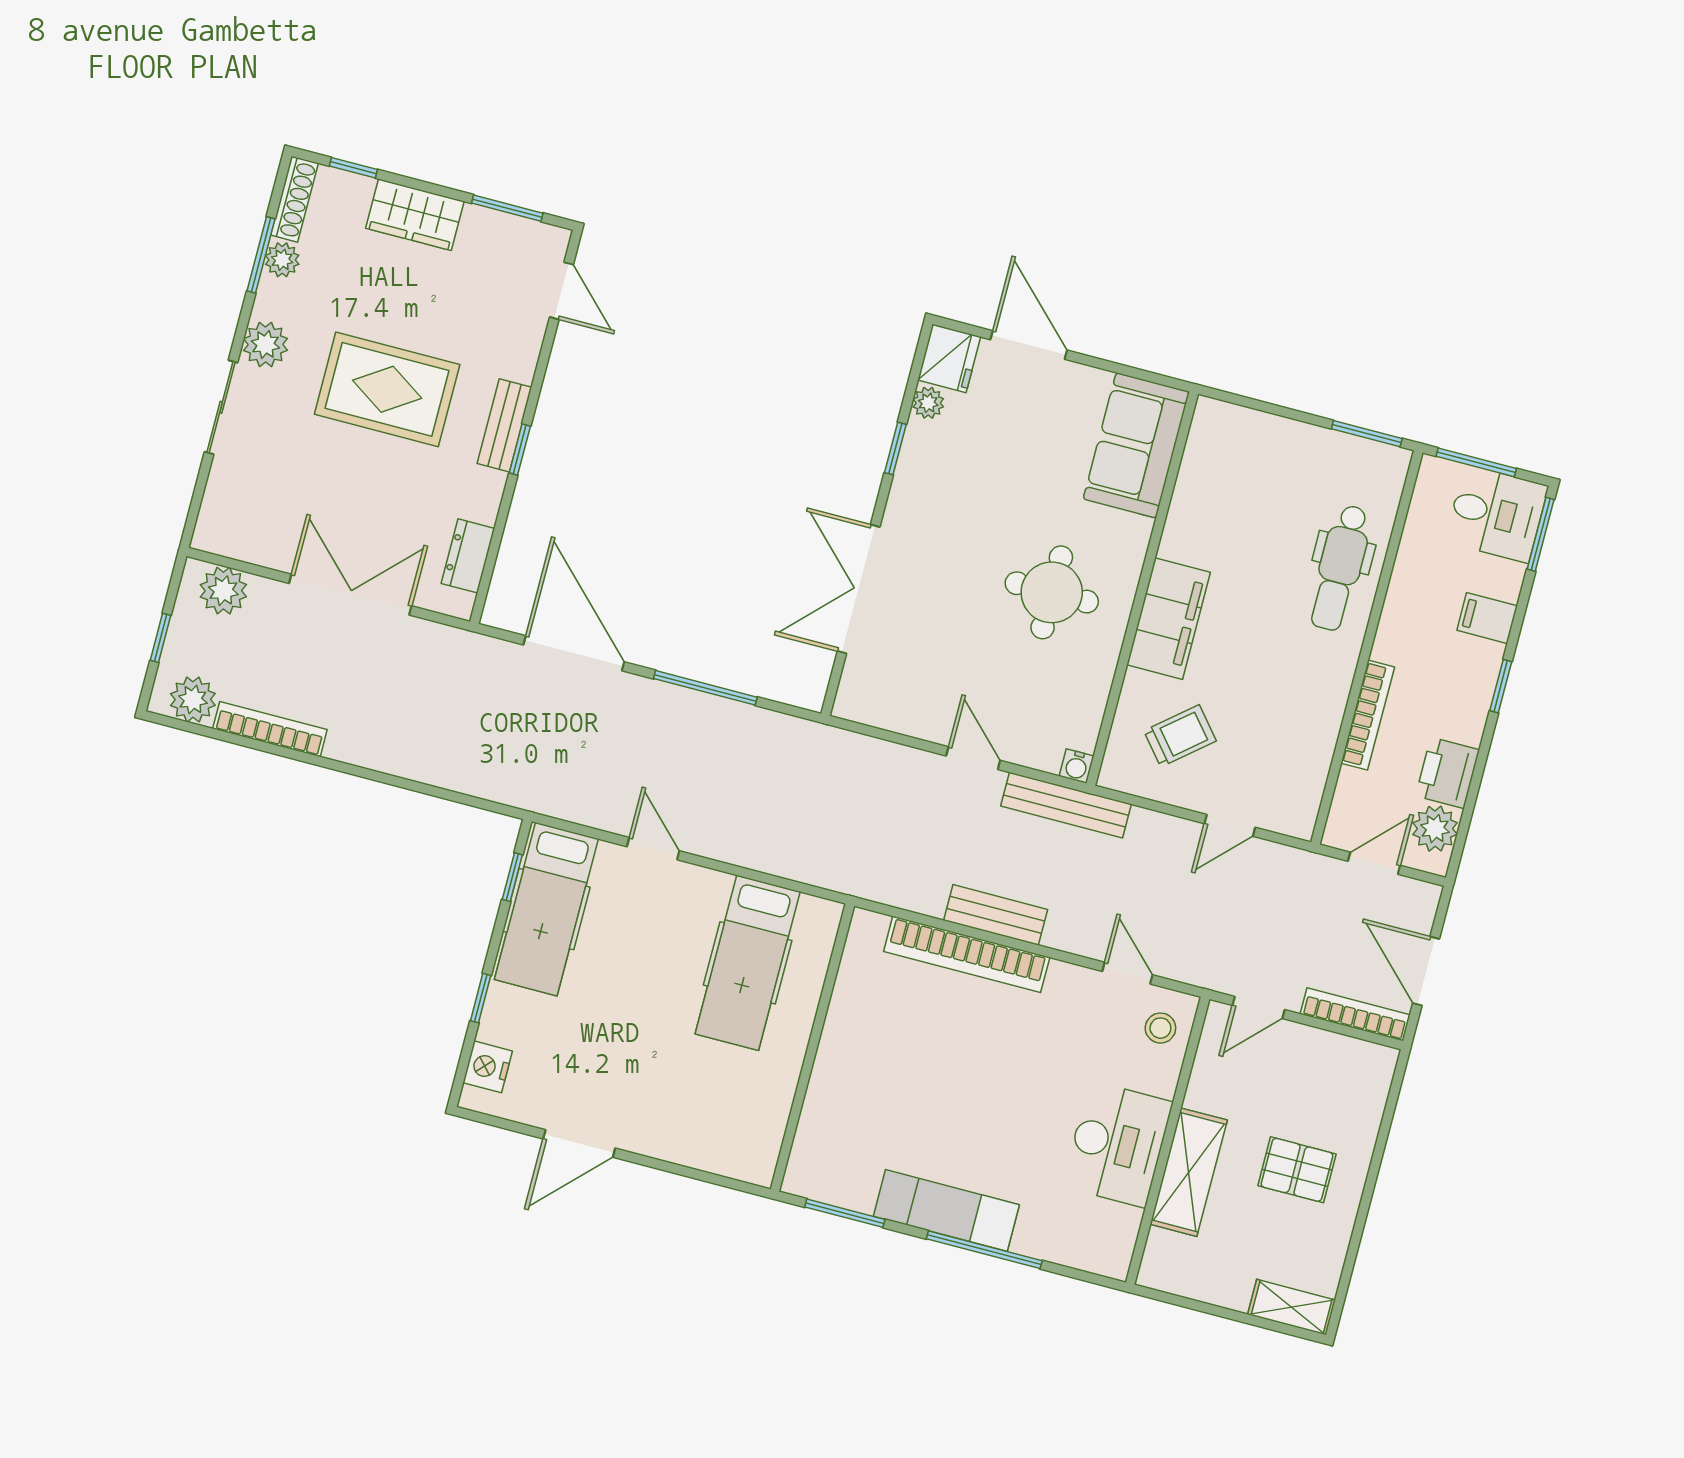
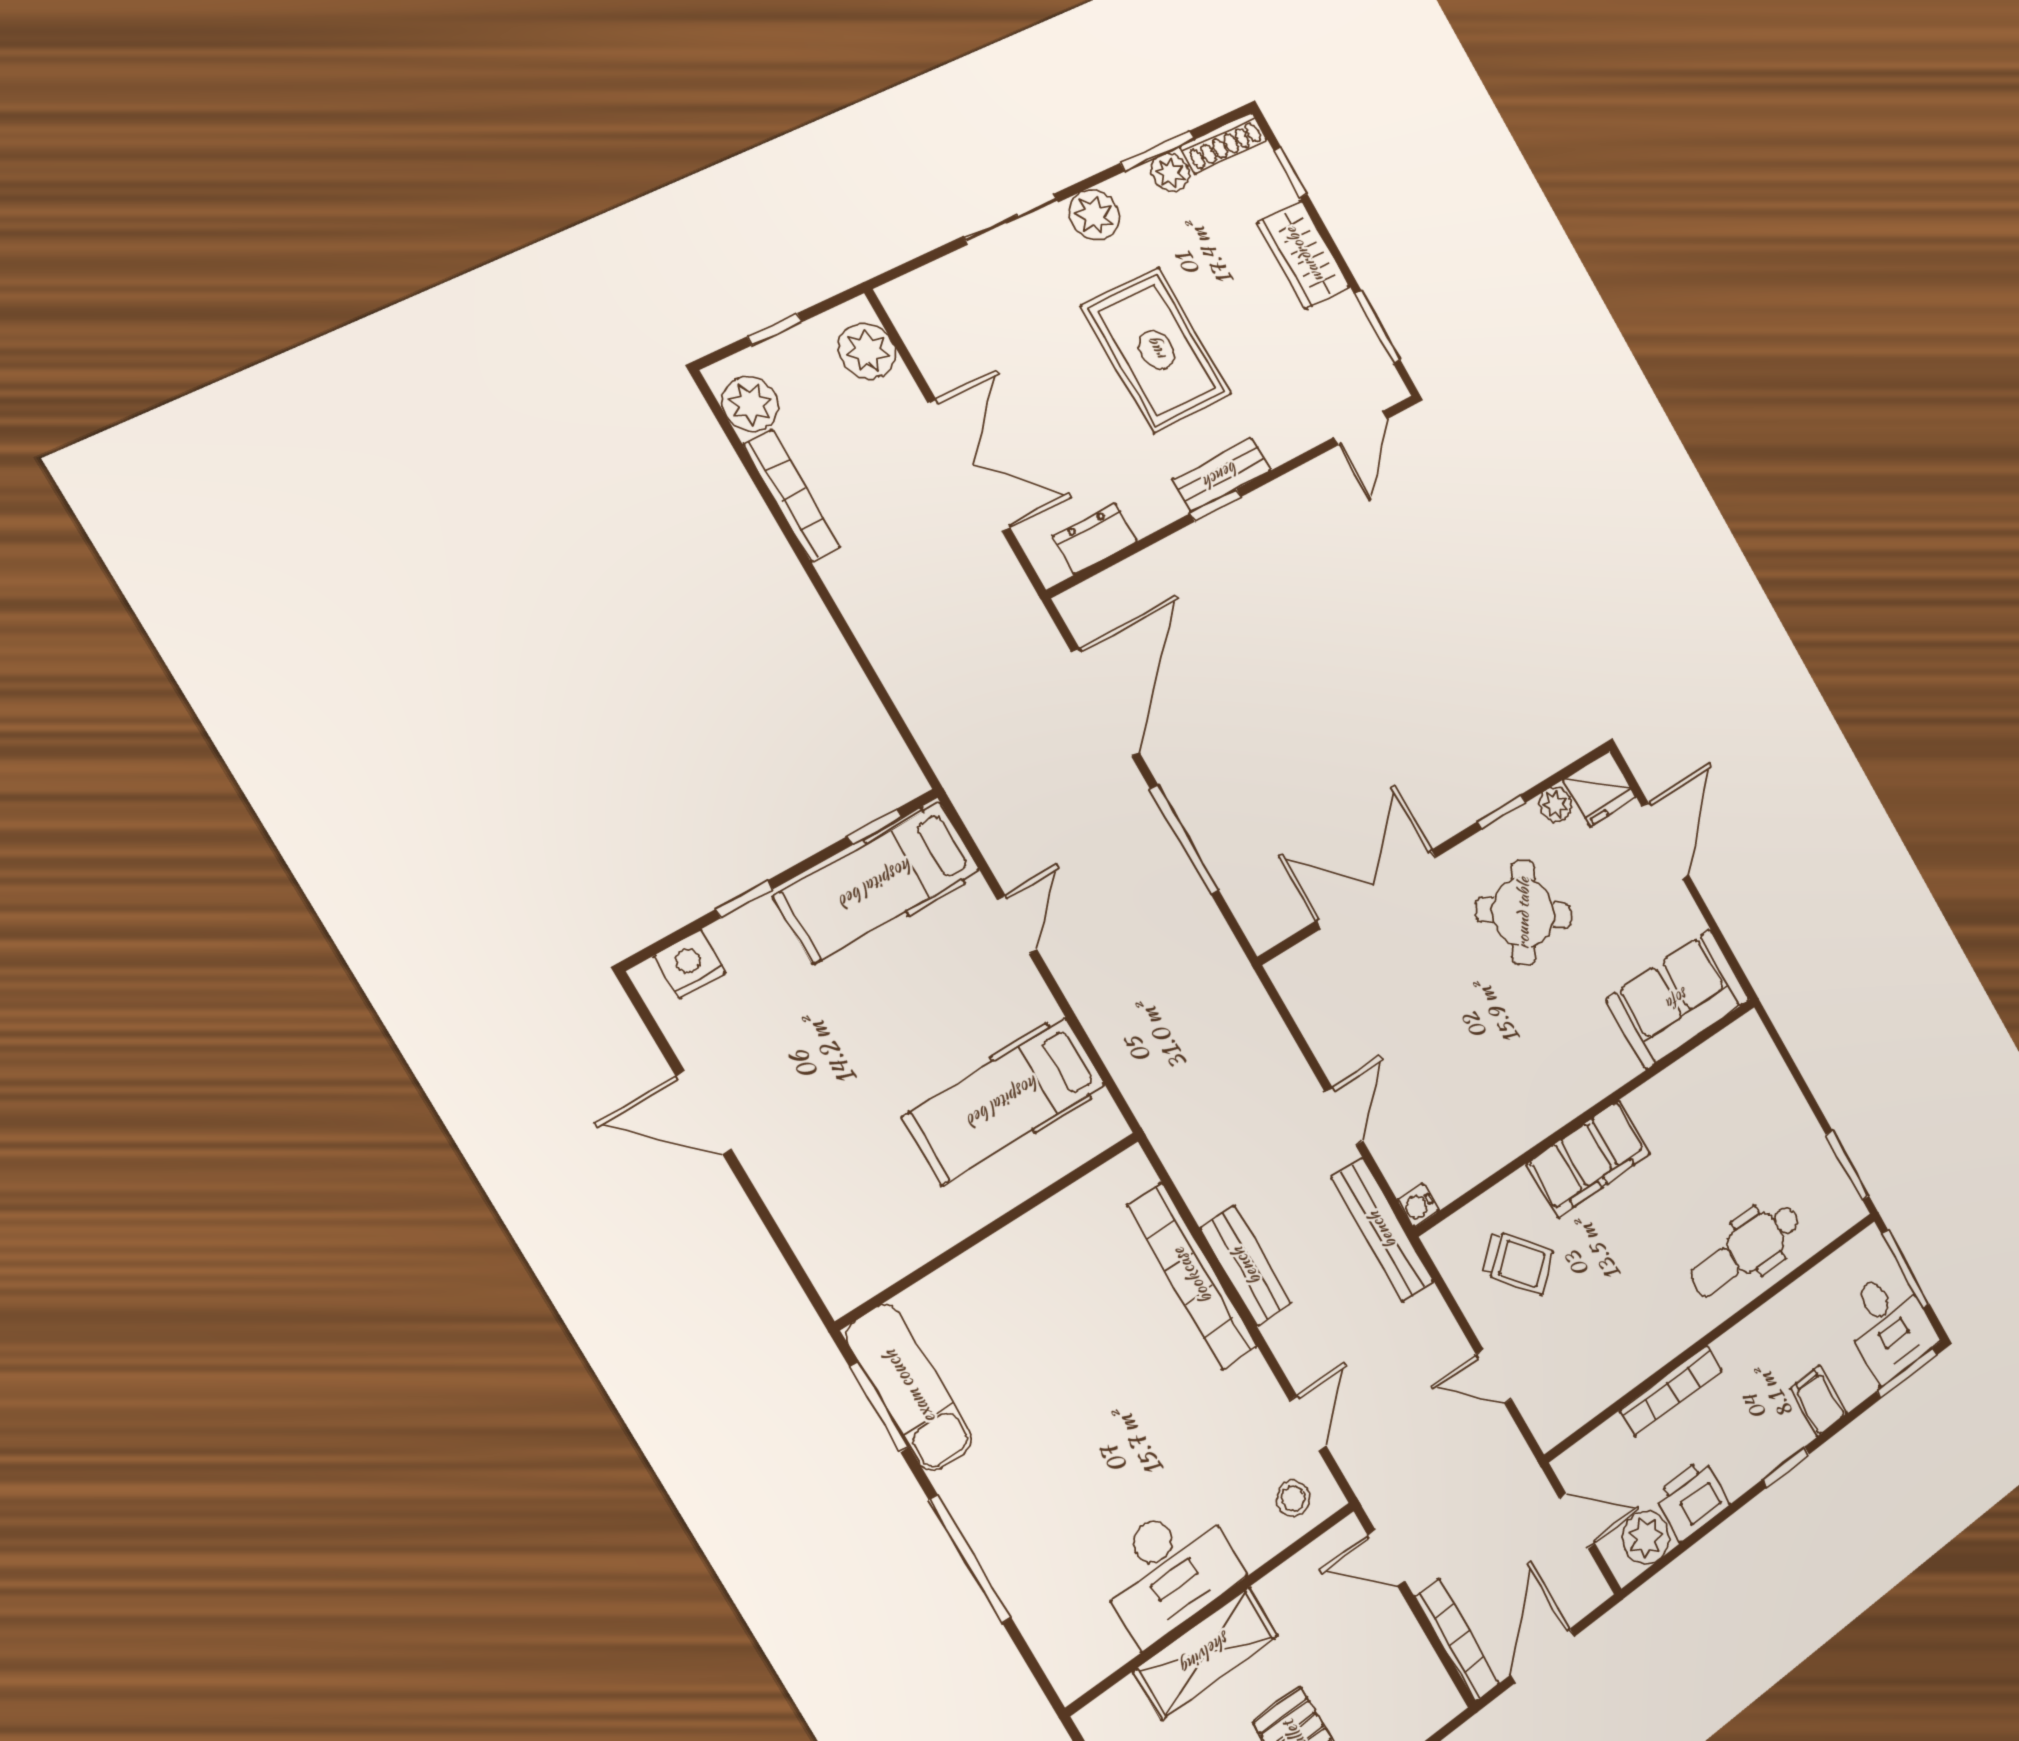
round table: (1052, 592) -> (1523, 913), moved, turned 33
exam couch: (946, 1210) -> (909, 1387), moved

